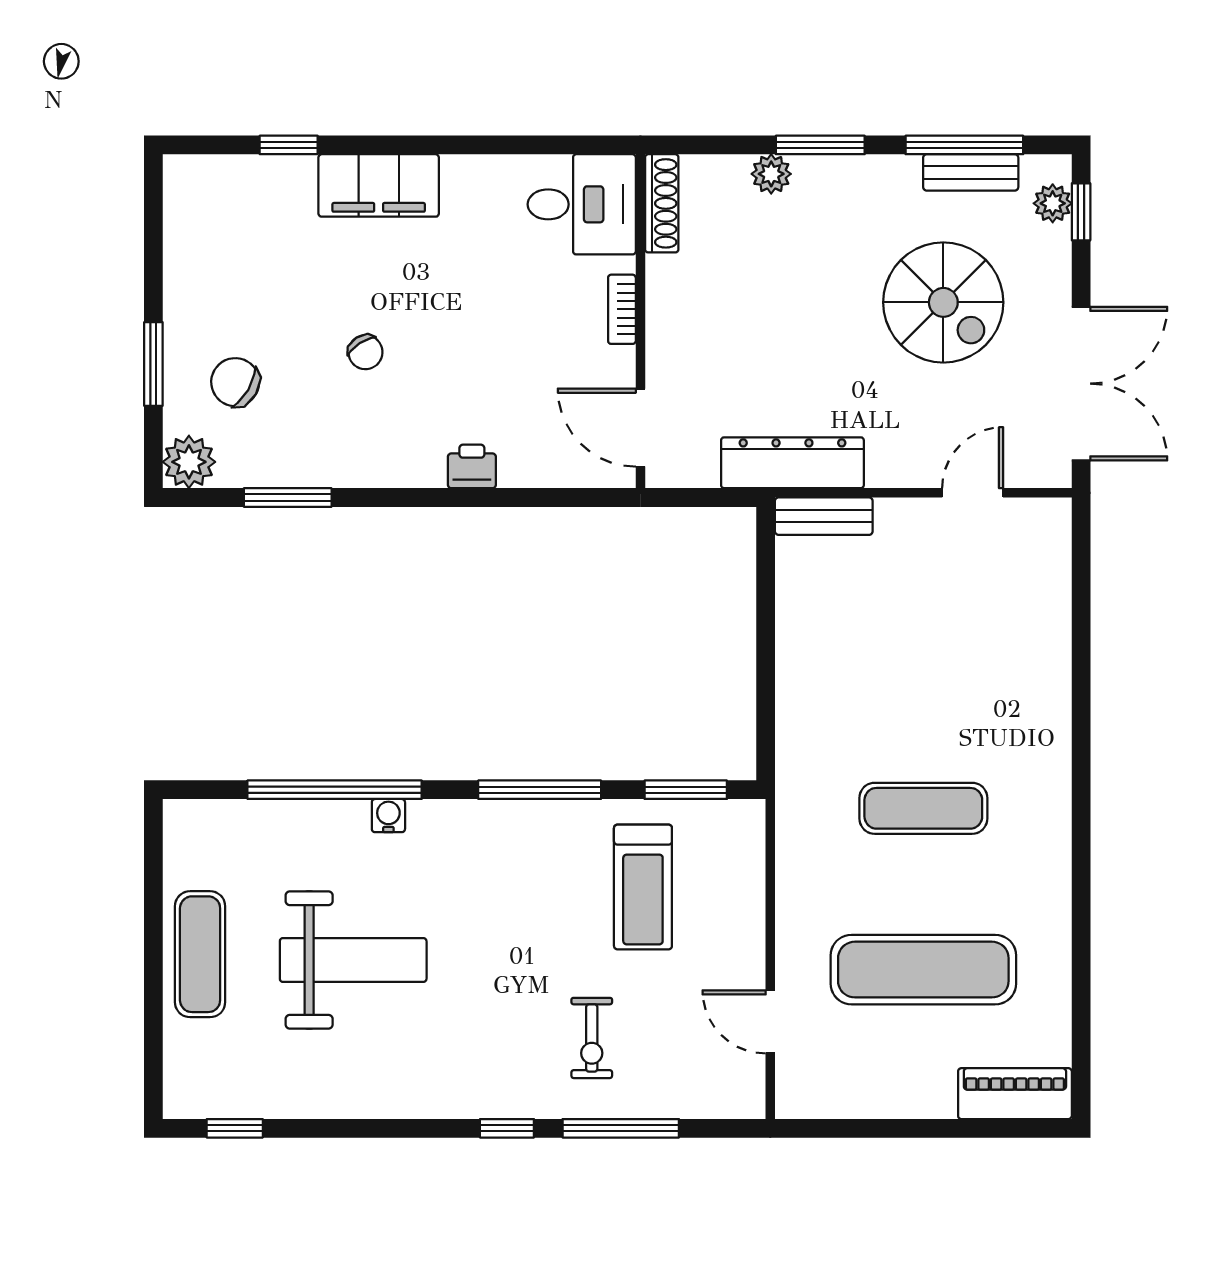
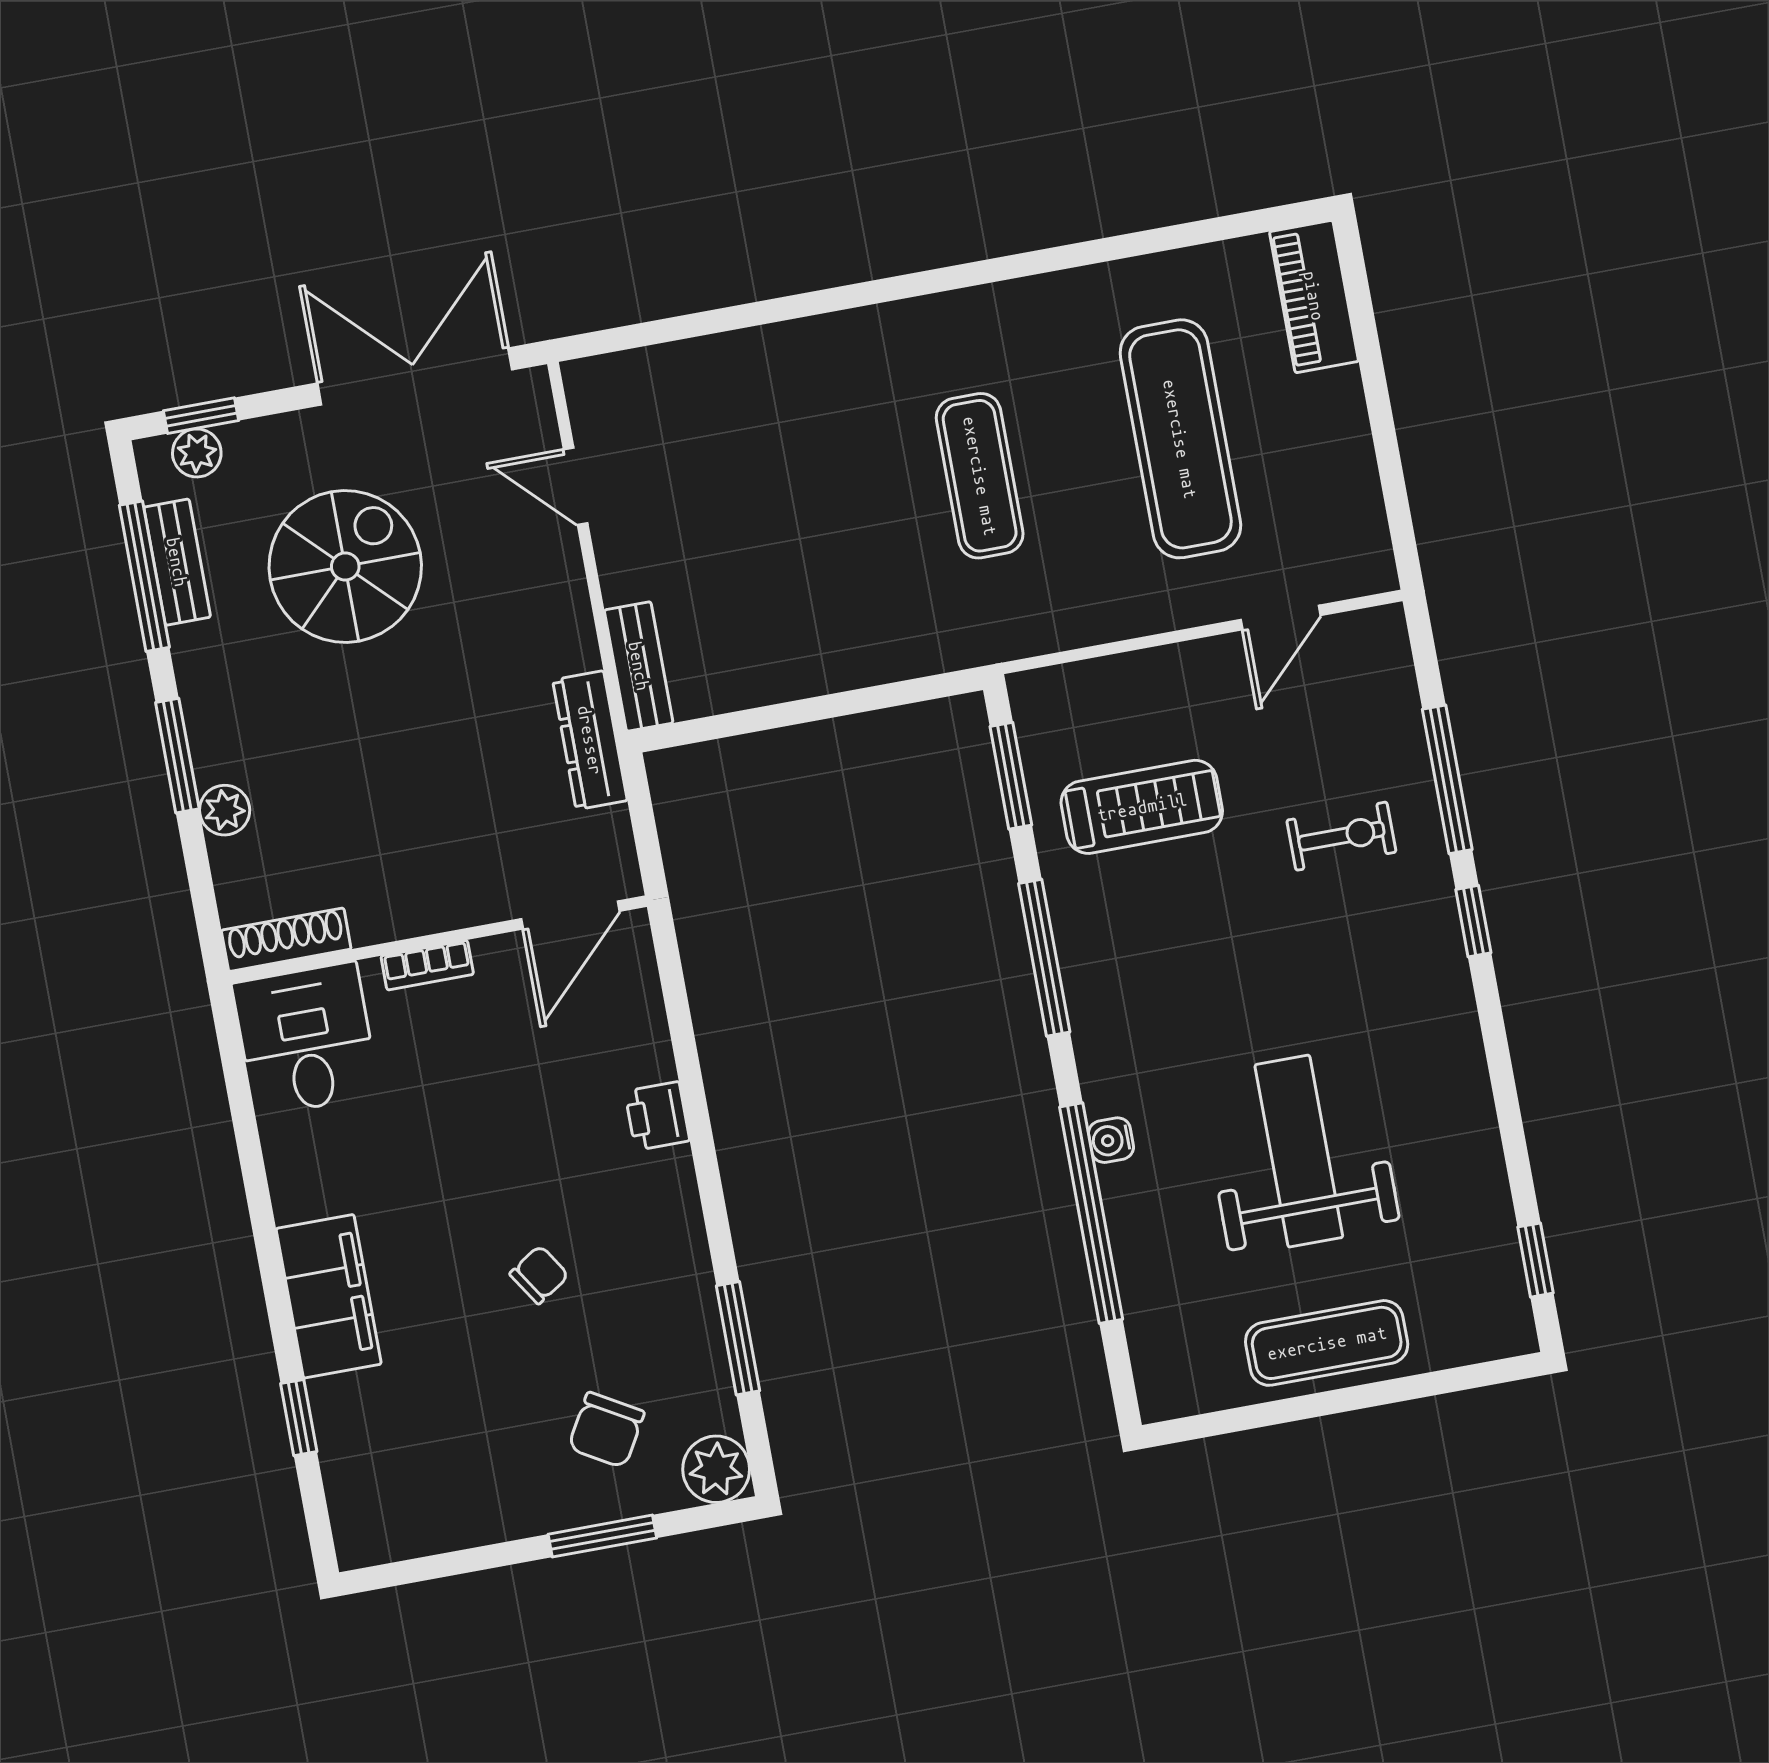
dresser: (792, 463) -> (590, 740), width x0.73, depth x0.80

